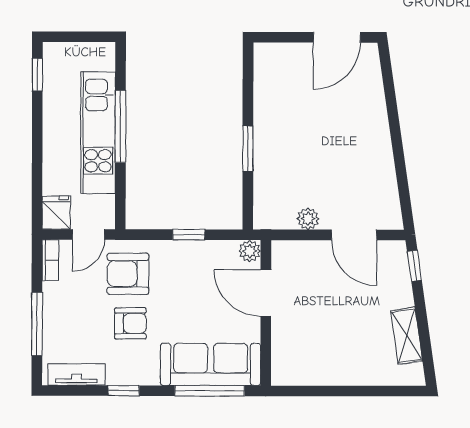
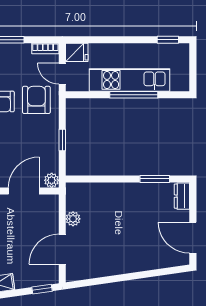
dresser: (274, 54) -> (182, 196), added
window: (248, 149) -> (155, 179), moved

